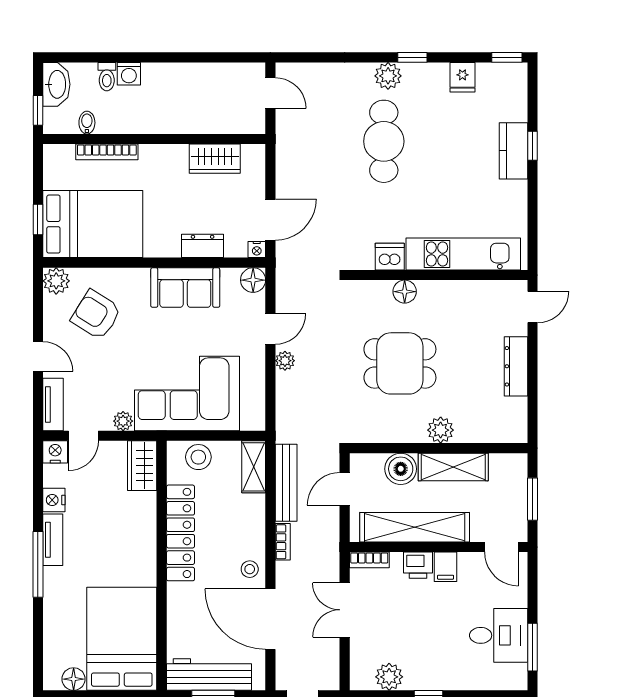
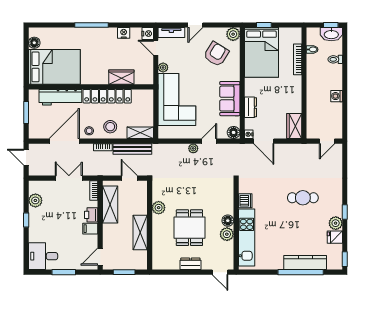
washing machine: (129, 74) -> (337, 96), moved
plant: (388, 76) -> (336, 223), moved
window: (38, 110) -> (331, 25), moved
cafe table: (384, 141) -> (303, 198), width x0.73, depth x0.74
window: (533, 146) -> (301, 272), width x3.17
kitchen counter: (513, 151) -> (305, 263), width x1.50
wardrobe: (215, 159) -> (294, 126), moved
floor lamp: (405, 292) -> (228, 221), moved
plant: (457, 294) -> (227, 234), added
door: (270, 329) -> (209, 141), swing flipped
dining table: (400, 363) -> (189, 228), moved
dresser: (516, 366) -> (190, 264), width x0.70
plant: (441, 430) -> (159, 208), moved
stool: (198, 457) -> (110, 127), moved
wardrobe: (142, 466) -> (121, 77), moved
boiler: (401, 469) -> (139, 206), removed
shelving: (415, 527) -> (110, 204), width x0.68
tv unit: (53, 540) -> (104, 32), removed
desk: (499, 635) -> (43, 256), moved, turned 90
window: (533, 647) -> (64, 272), moved
workbench: (209, 674) -> (60, 97), moved, turned 90

